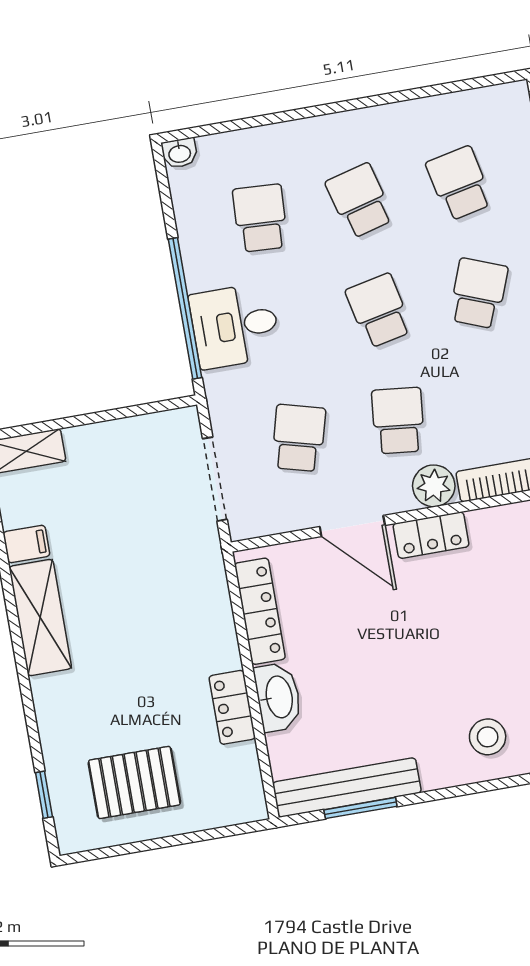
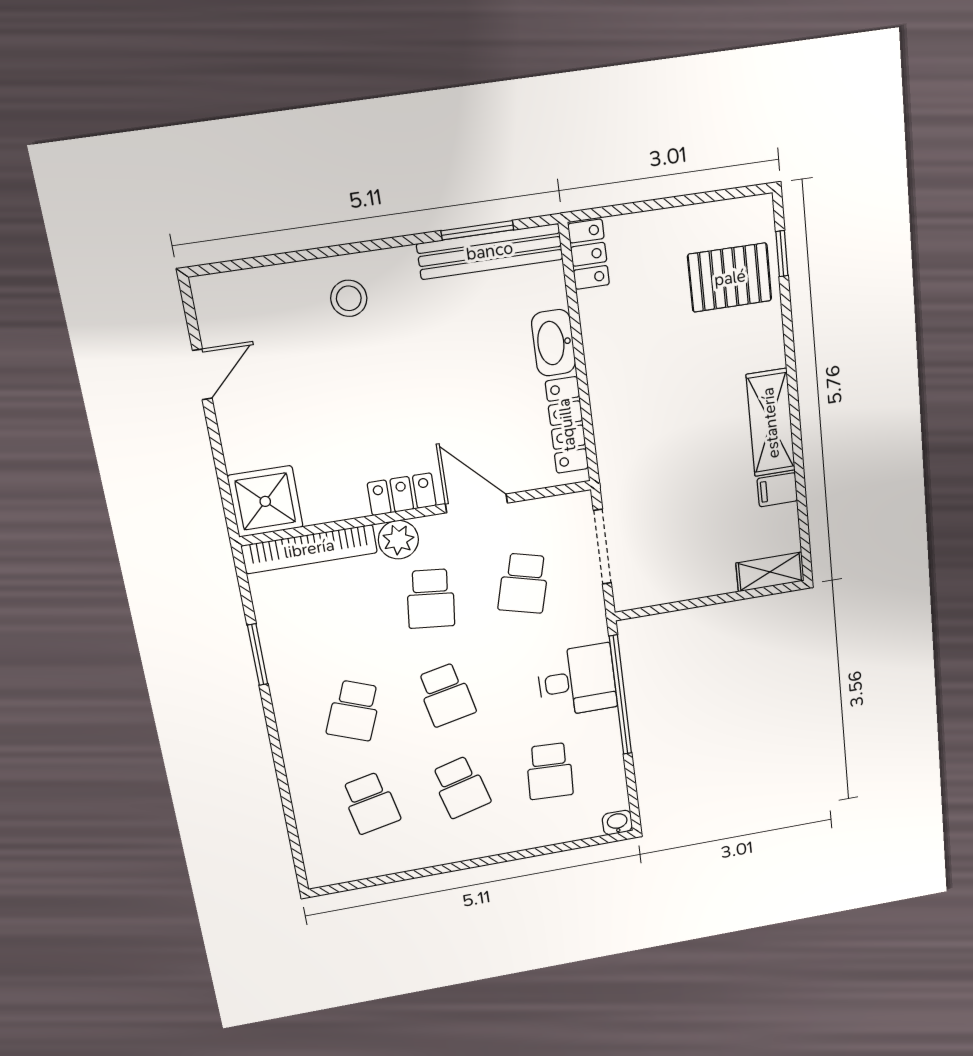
locker: (232, 707) -> (589, 254), moved
pallet: (134, 782) -> (730, 278), moved

